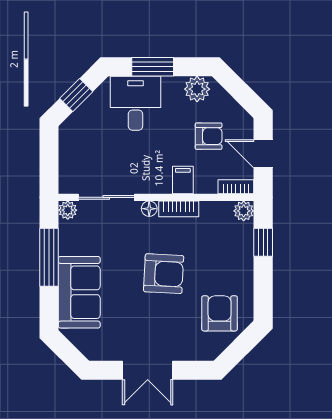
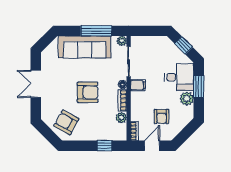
plant: (197, 89) -> (187, 99), moved
filing cabinet: (183, 180) -> (138, 85), moved
plant: (244, 211) -> (121, 118), moved
armchair: (164, 274) -> (88, 92), turned -93
sofa: (79, 292) -> (85, 47), width x1.36
armchair: (220, 313) -> (66, 122), turned -151

